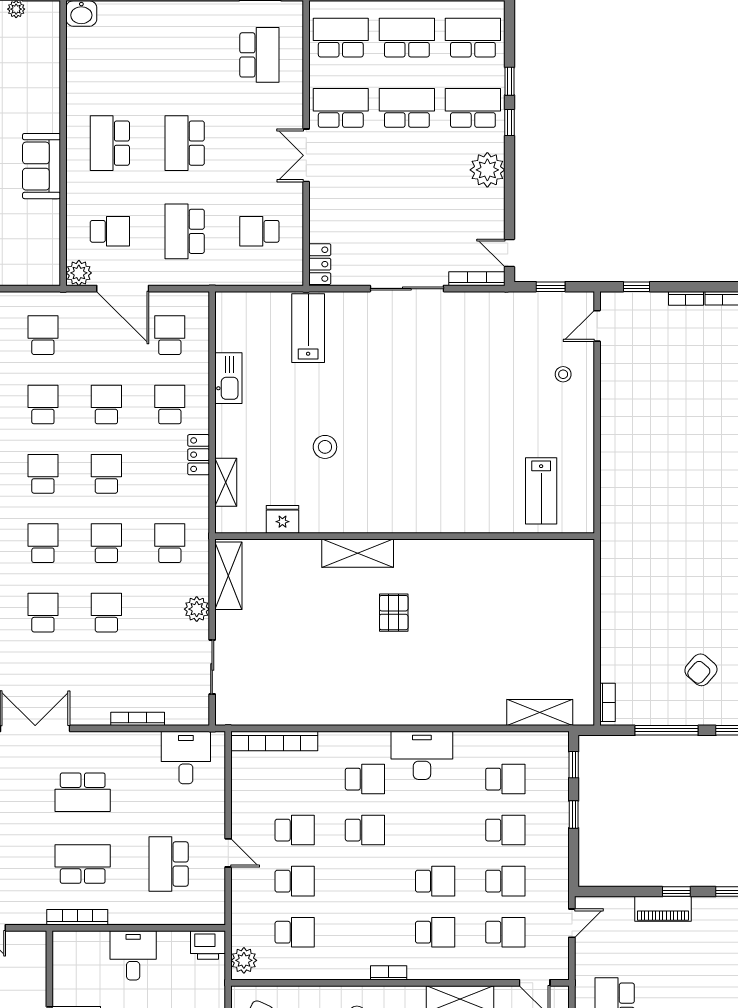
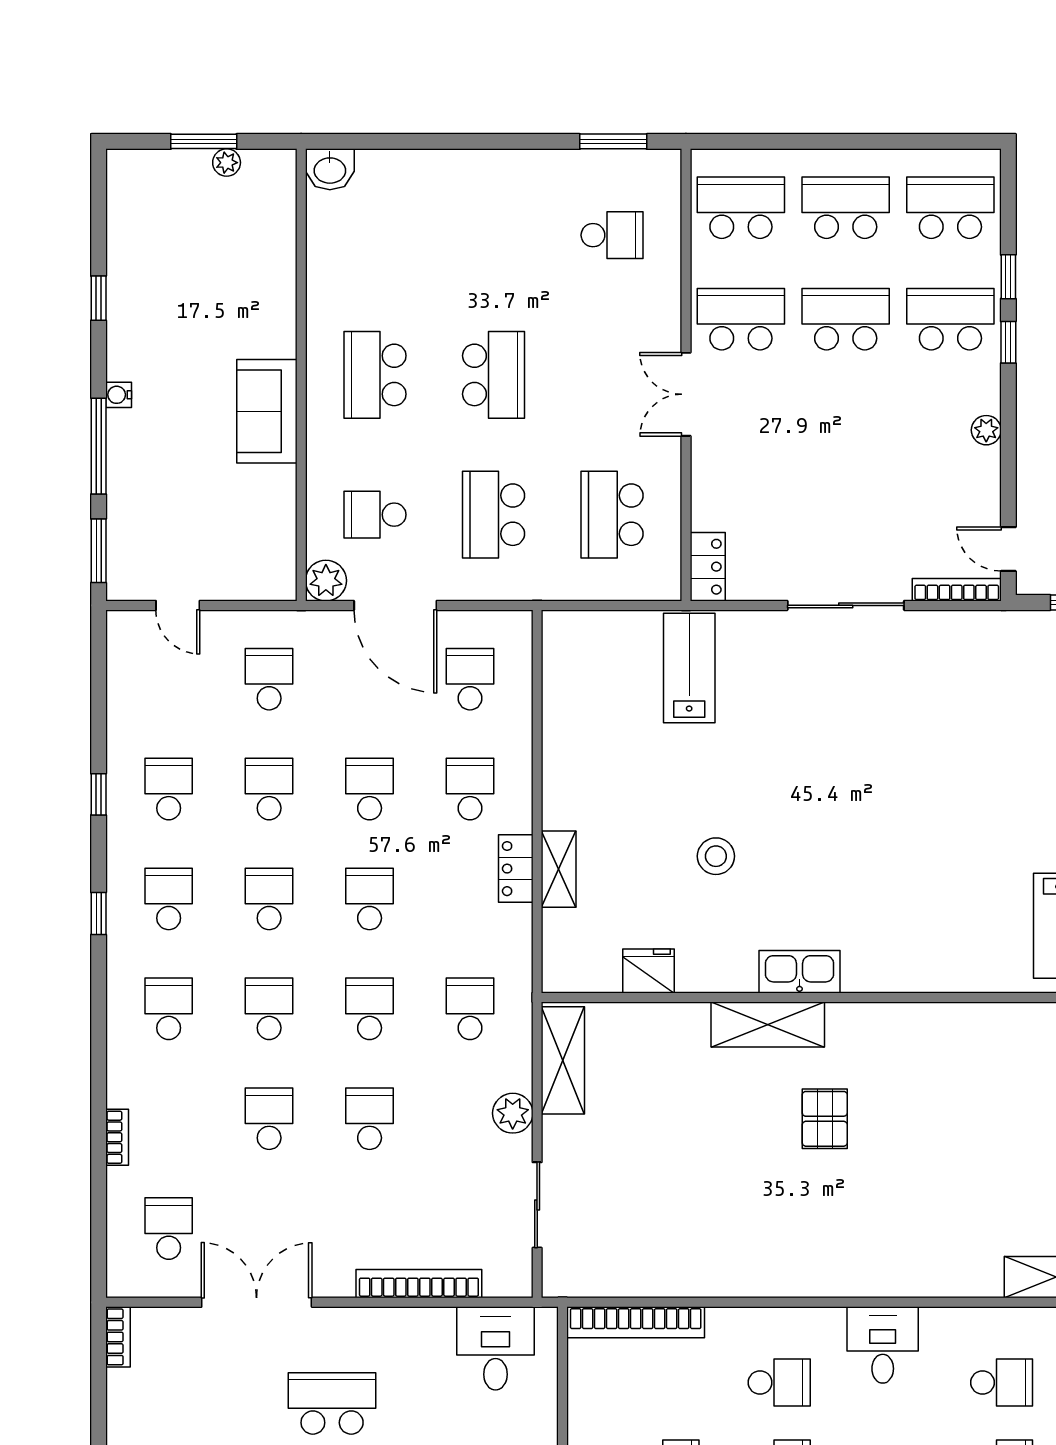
school desk: (259, 55) -> (612, 235), width x0.54
school desk: (185, 143) -> (494, 375), turned 180
plant: (487, 170) -> (986, 430), width x0.53, depth x0.53
school desk: (110, 231) -> (375, 515), turned 180
school desk: (259, 231) -> (612, 515), width x1.85
kitchen sink: (228, 378) -> (800, 972), moved, turned -90
shelving: (226, 482) -> (559, 869), moved
bookcase: (138, 719) -> (419, 1284), width x1.48, depth x1.31
desk: (422, 755) -> (883, 1345), width x0.73
school desk: (83, 792) -> (332, 1403), turned 180

